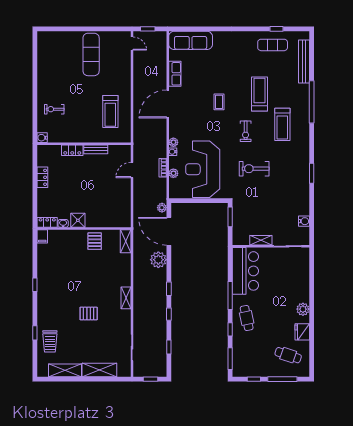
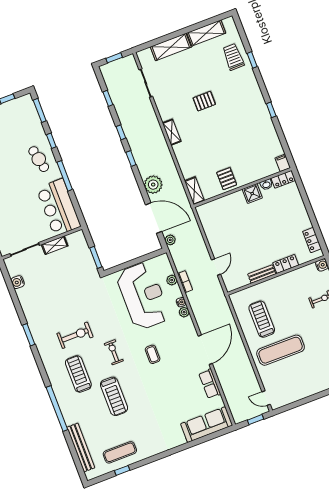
exercise mat: (91, 54) -> (281, 350), moved, turned 90
coffee table: (219, 102) -> (153, 354), moved
exercise bike: (254, 169) -> (75, 335), moved
locker: (42, 177) -> (312, 240), moved

